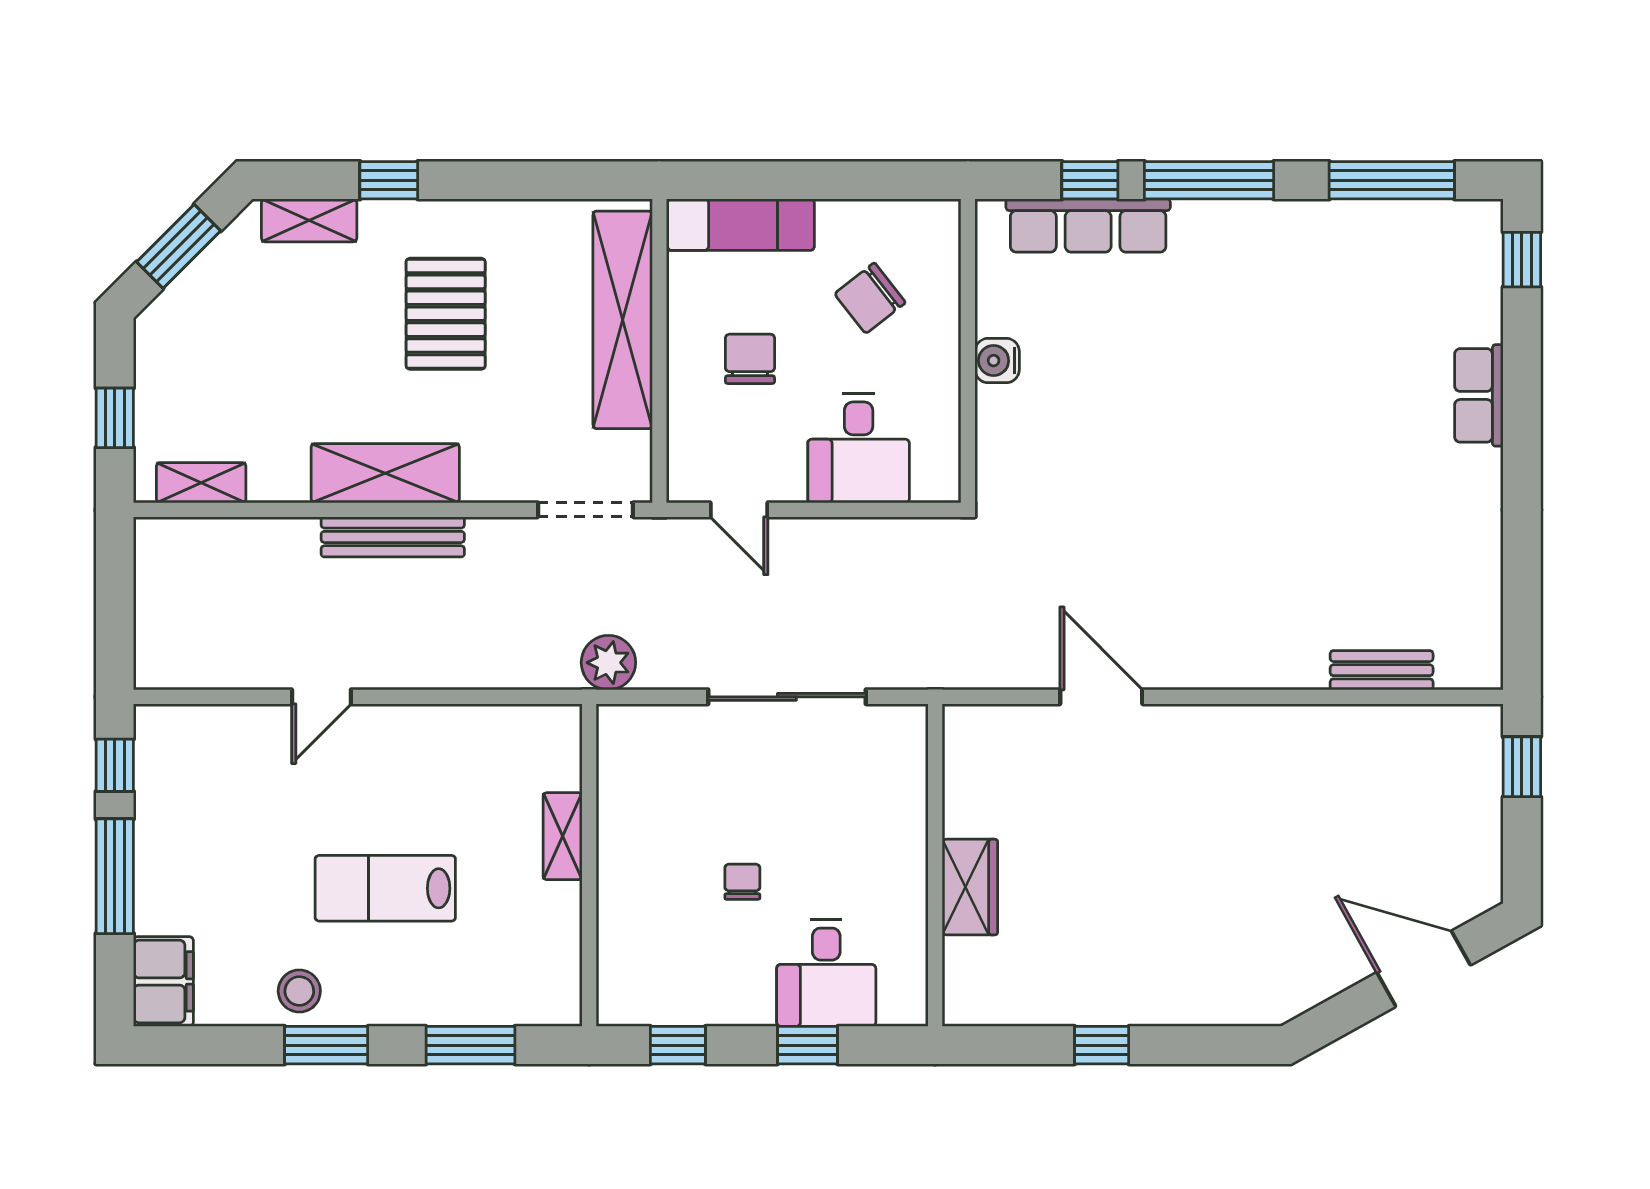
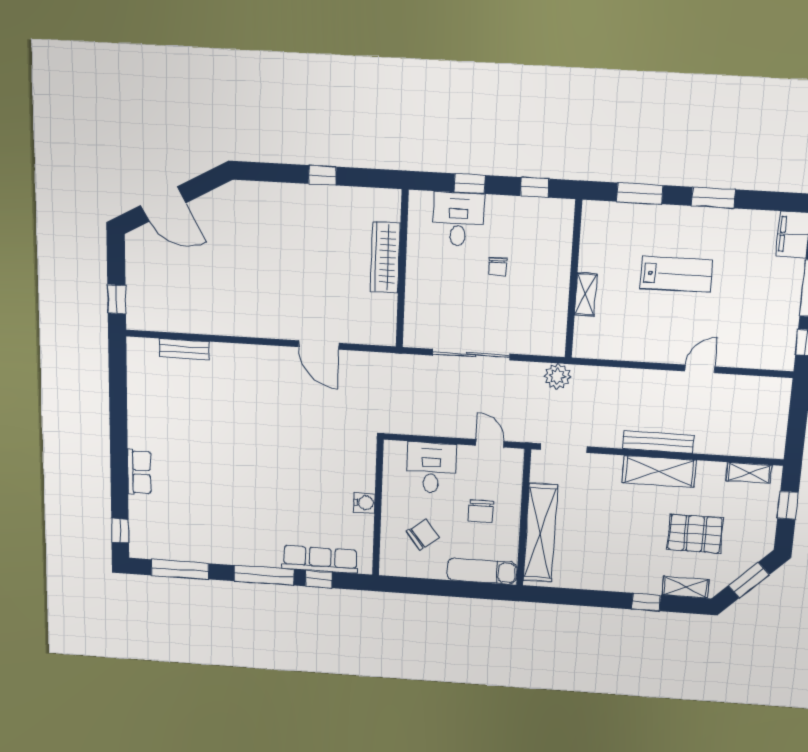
pallet: (446, 314) -> (695, 534), moved, turned 90
wardrobe: (970, 887) -> (385, 257), width x1.50
stool: (299, 991) -> (724, 226), removed

